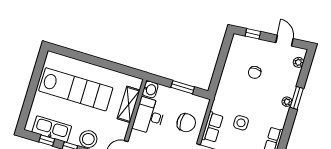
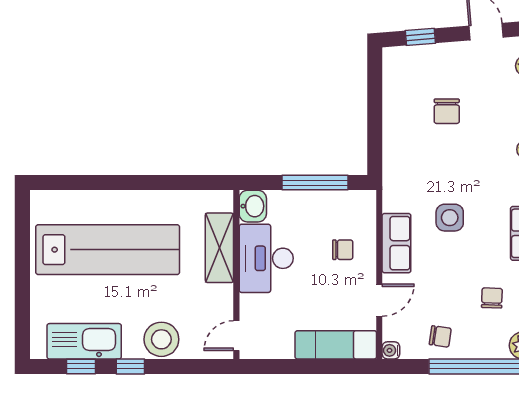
window: (183, 87) -> (315, 183), width x1.44
chair: (186, 123) -> (343, 250), width x0.54, depth x0.54

